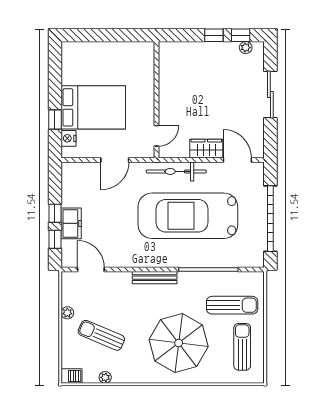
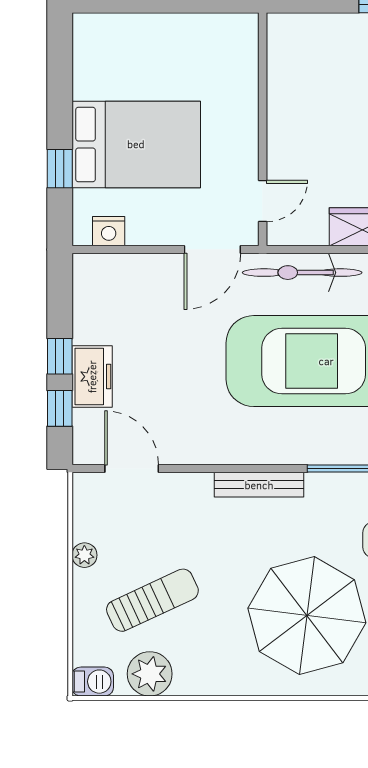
nightstand: (68, 138) -> (109, 231), moved, turned -90
door: (115, 160) -> (212, 249), moved
sun lounger: (101, 335) -> (152, 600), turned 132
plant: (105, 377) -> (150, 674), width x1.88, depth x1.88

